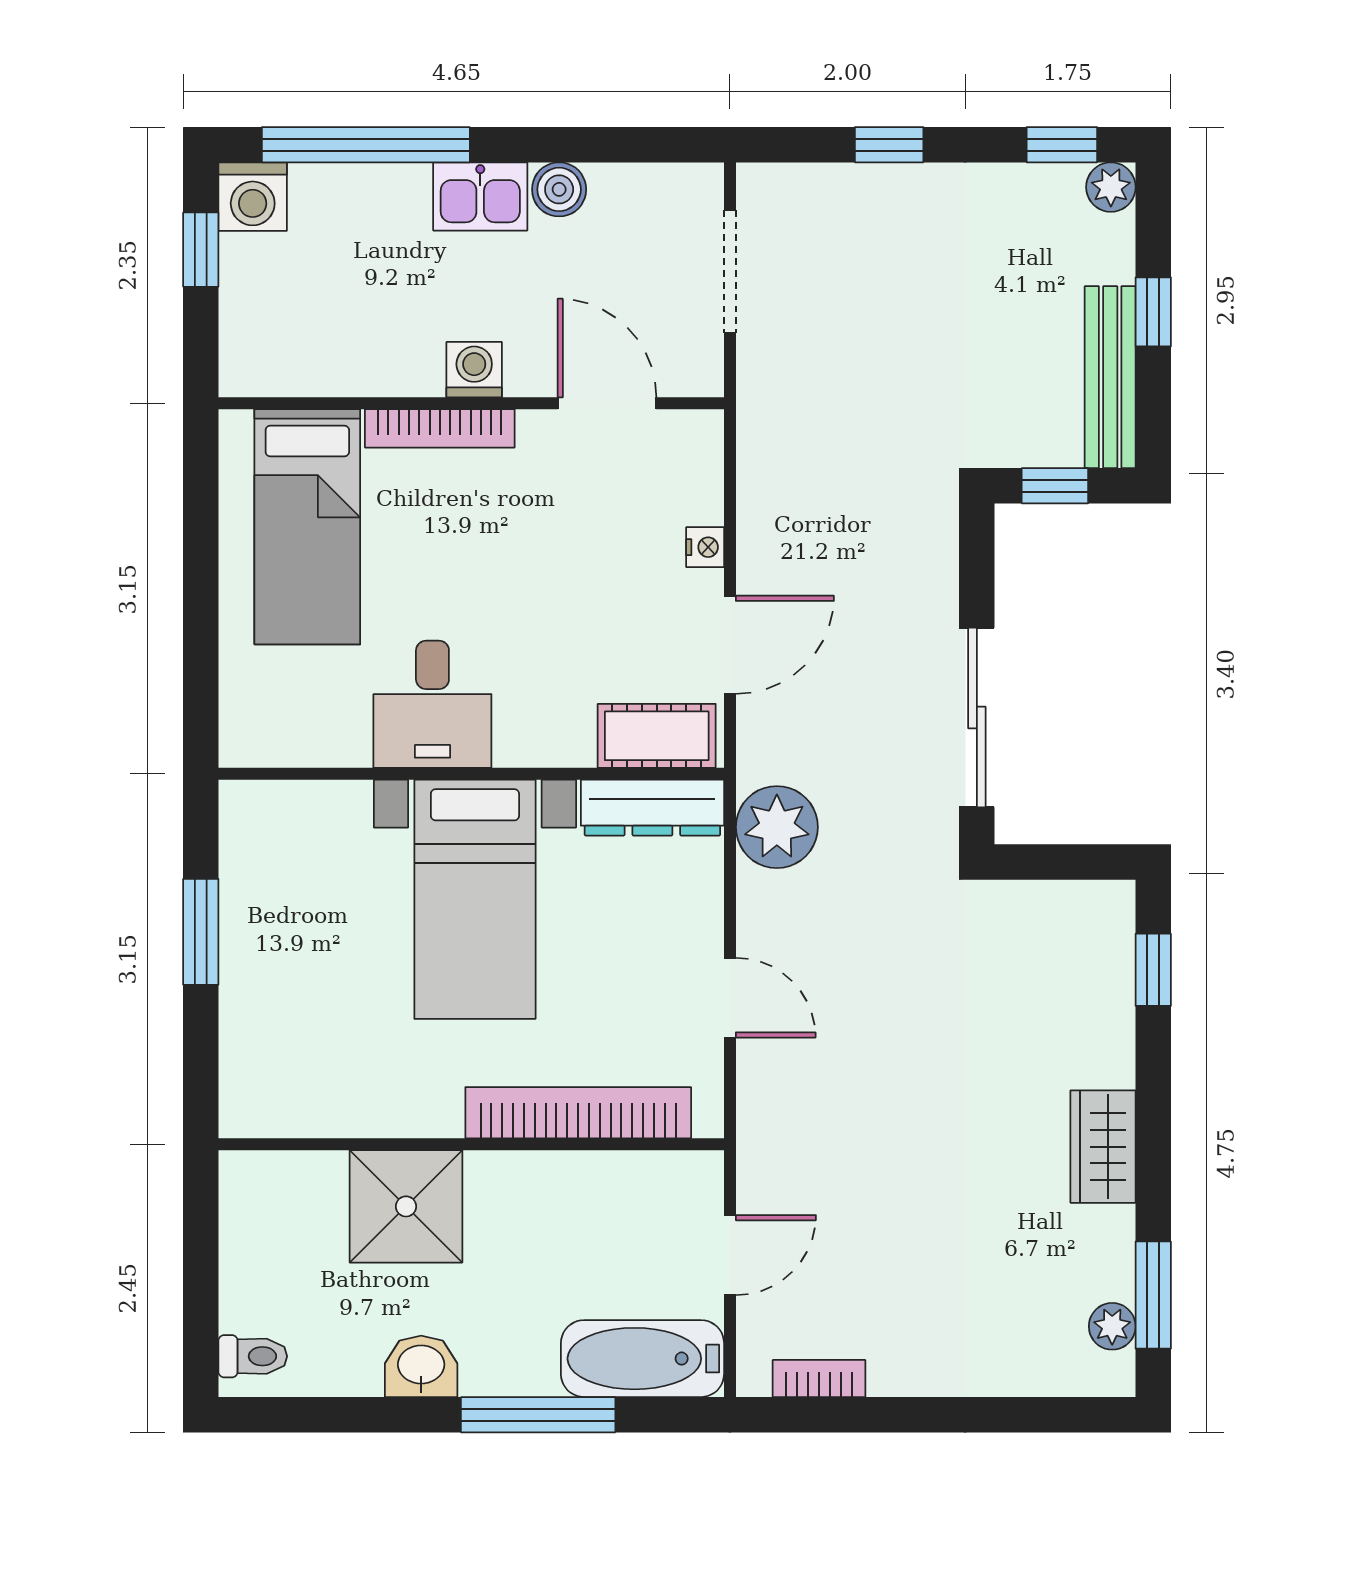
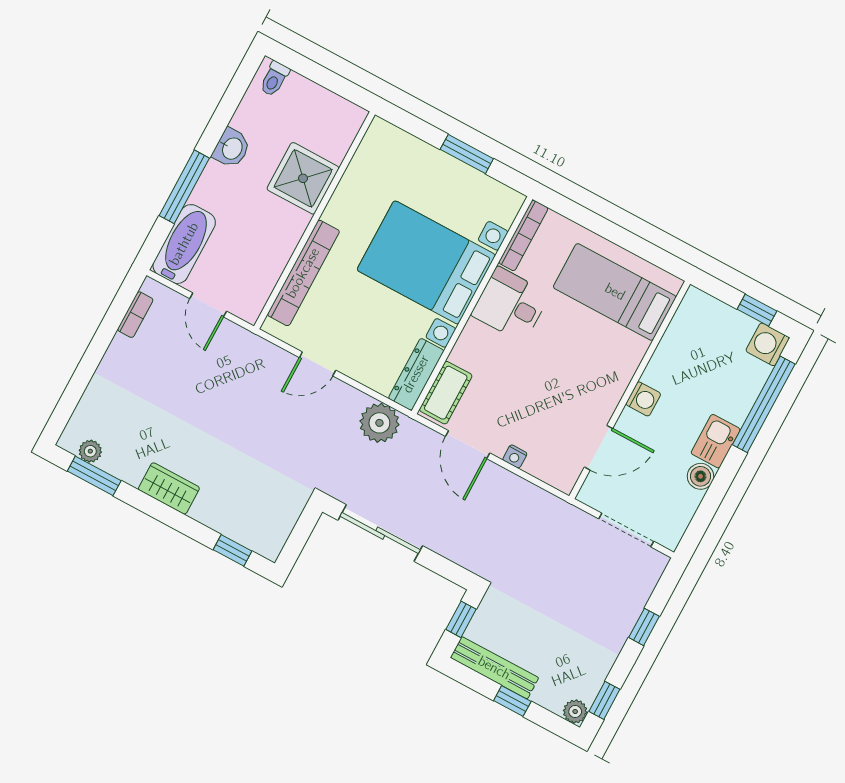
bookcase: (440, 428) -> (523, 235), moved, turned 180
bed with nightstands: (475, 899) -> (426, 262), width x1.36

